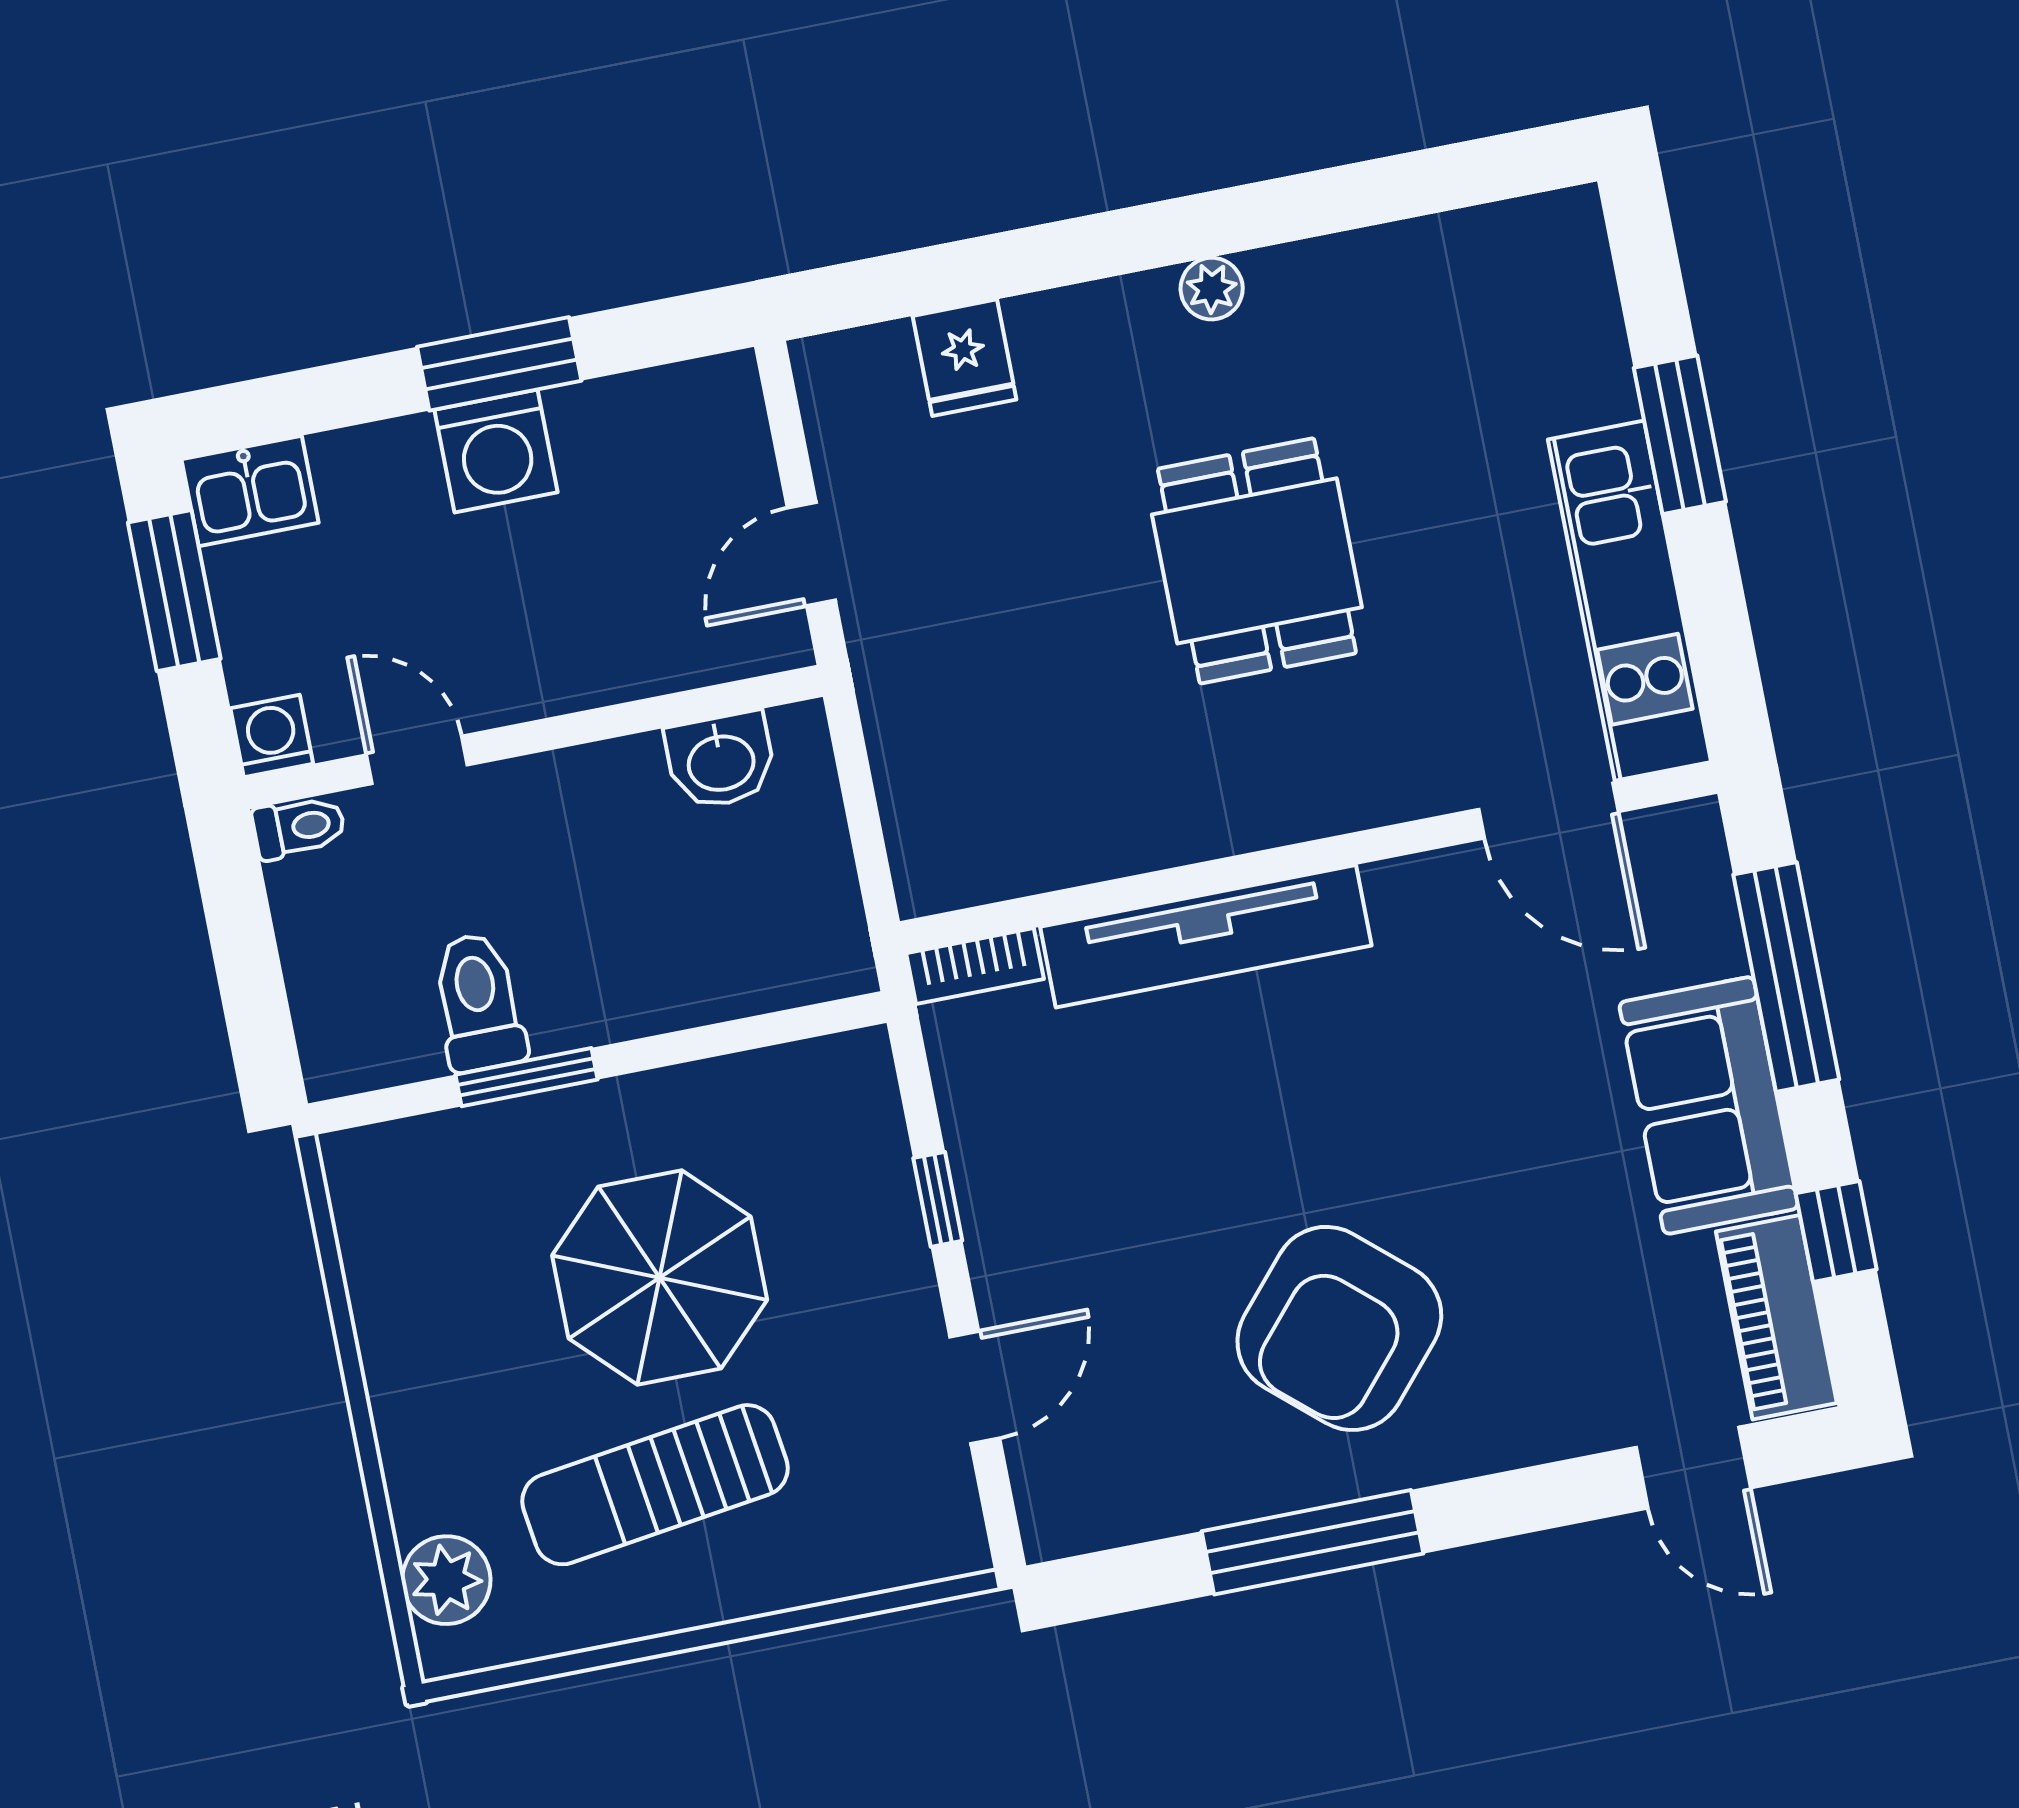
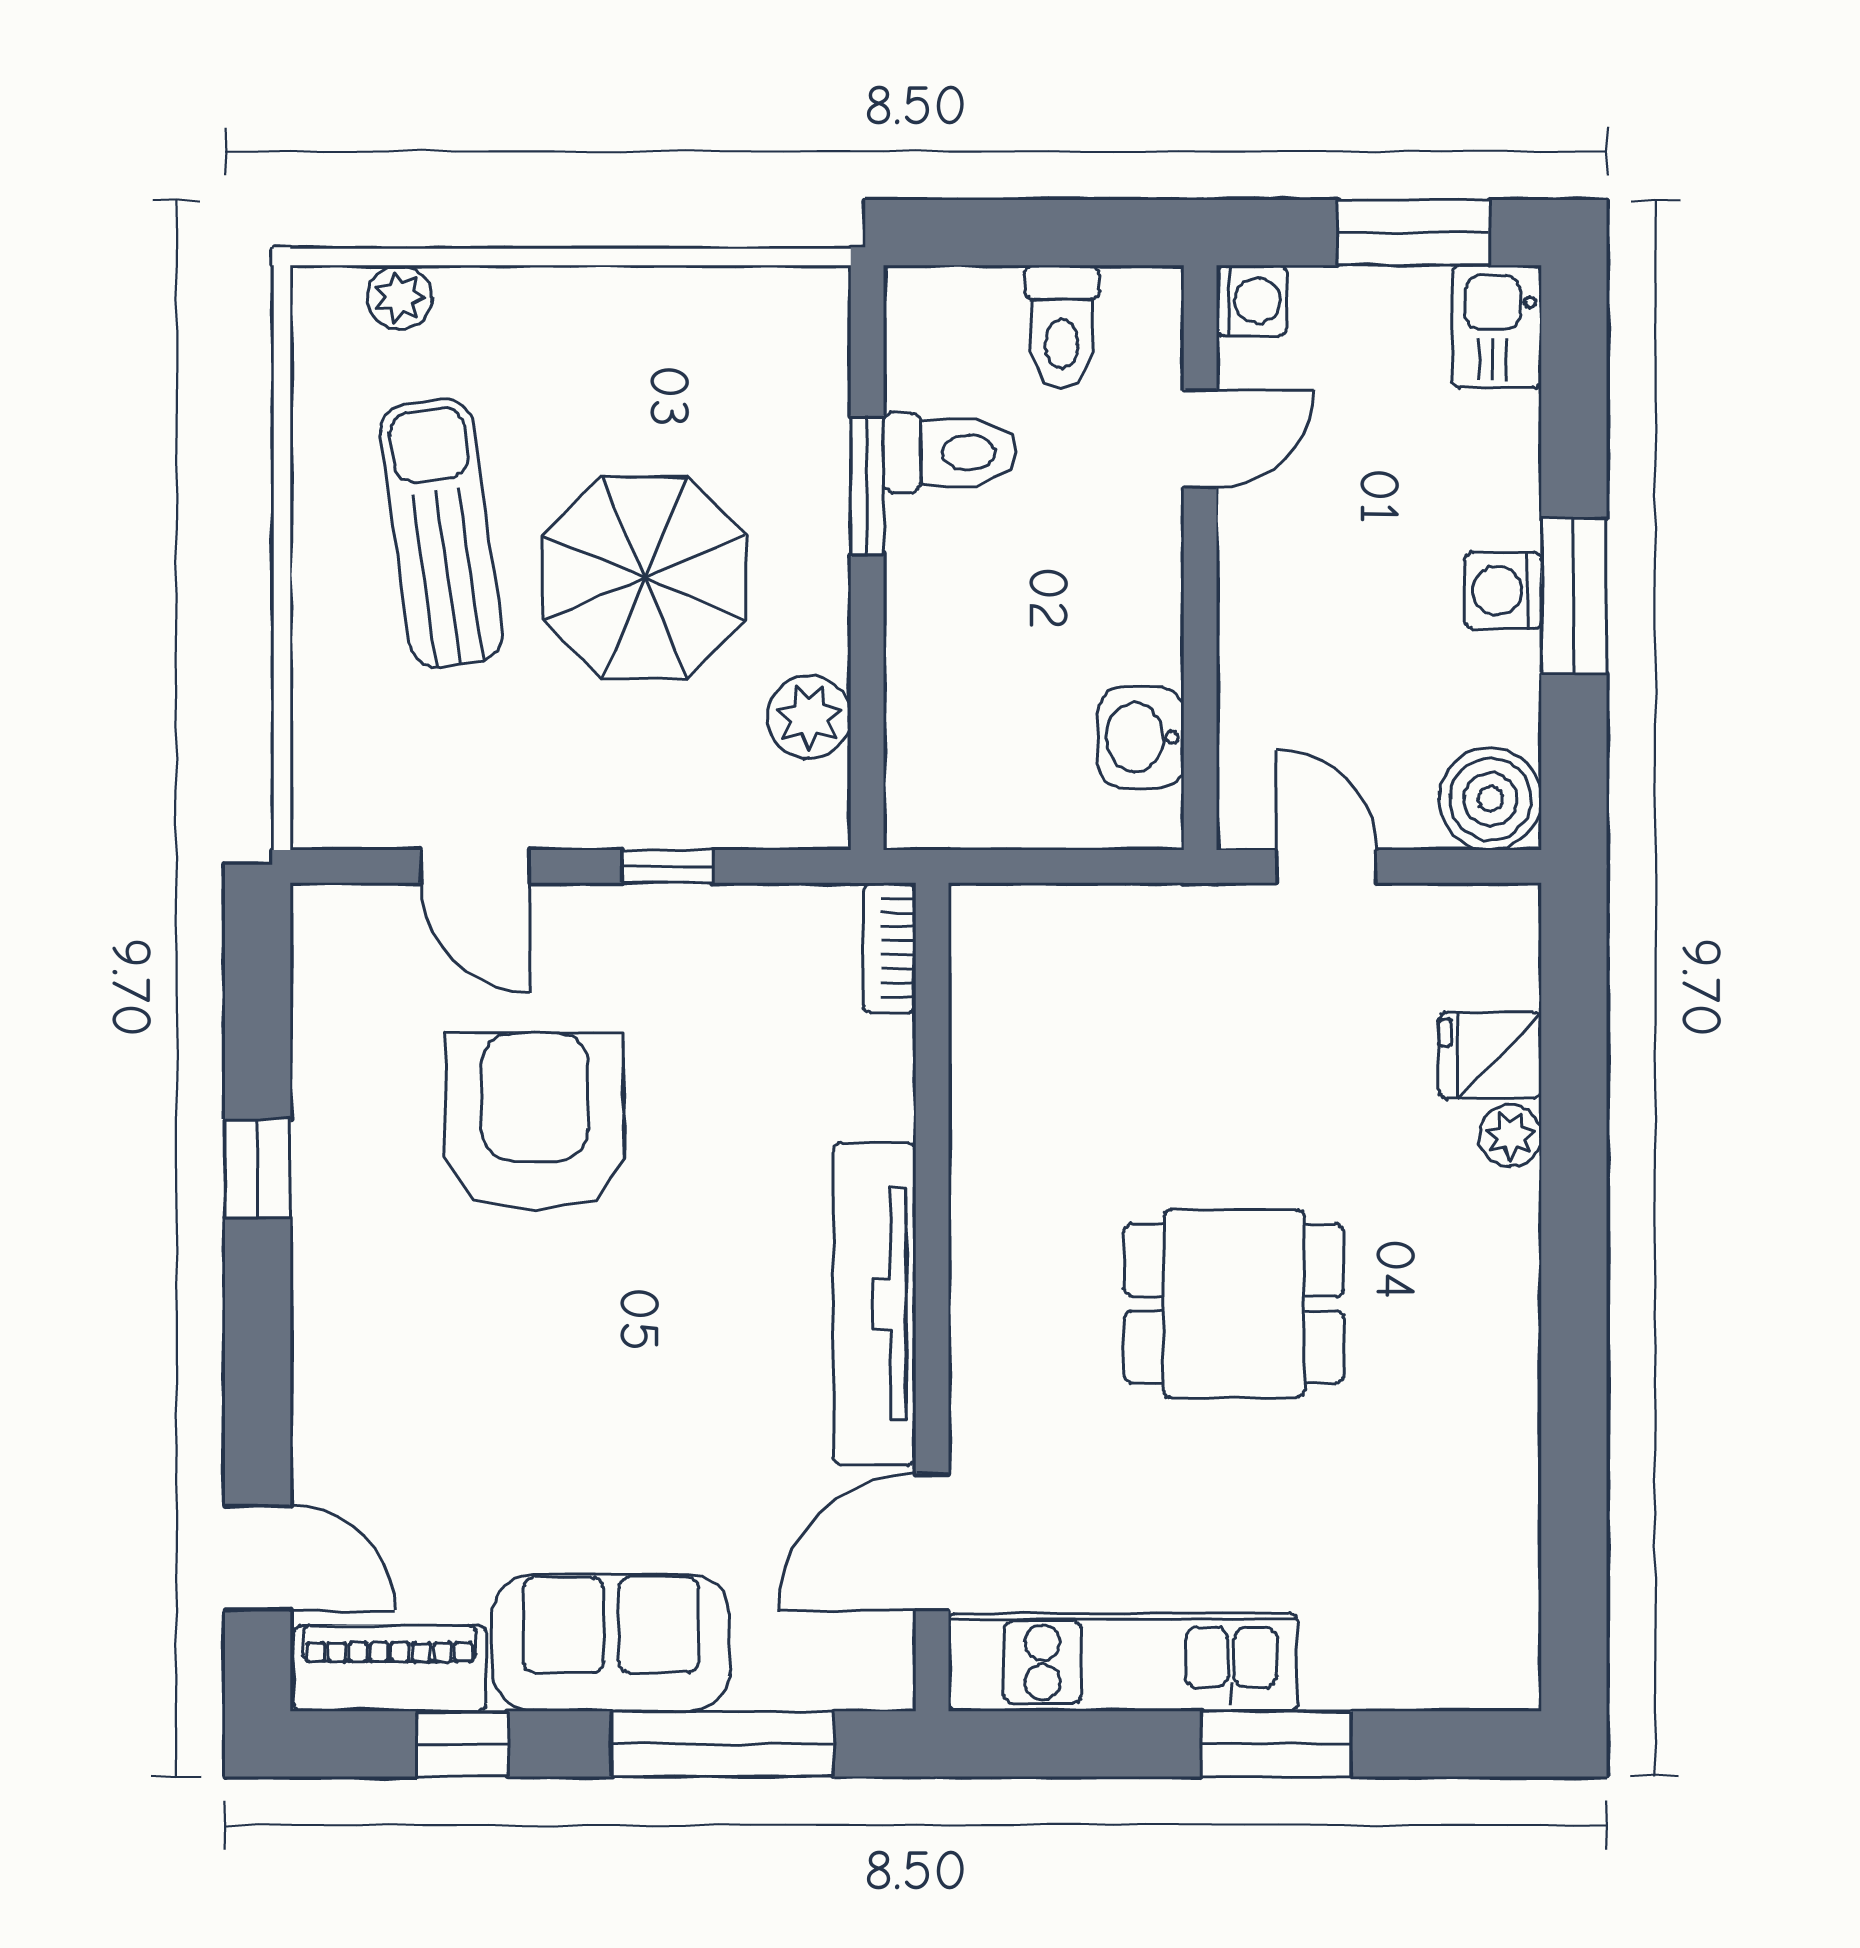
plant: (1212, 289) -> (1510, 1136), moved
boiler: (714, 407) -> (1490, 799), added
washing machine: (496, 451) -> (1503, 591), width x0.73, depth x0.73
toilet: (299, 827) -> (1062, 327), moved, width x1.37, depth x1.39
tv unit: (1206, 936) -> (875, 1304), moved
plant: (764, 1089) -> (809, 717), added
armchair: (1339, 1328) -> (535, 1122), moved, turned 49
door: (1693, 1468) -> (258, 1558), swing flipped
window: (1313, 1542) -> (258, 1169), width x0.46
plant: (446, 1580) -> (400, 297), width x0.73, depth x0.73

